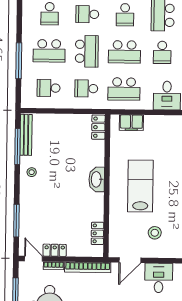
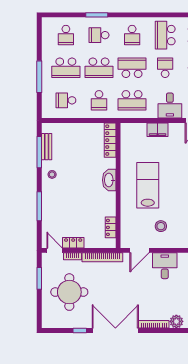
school desk: (87, 51) -> (99, 68), turned 90
school desk: (124, 52) -> (132, 68), turned 180
school desk: (162, 52) -> (165, 68), turned 180
school desk: (86, 88) -> (99, 100), turned -90
filing cabinet: (131, 123) -> (158, 130), moved
locker: (98, 127) -> (110, 140), width x1.53
bench: (26, 135) -> (47, 147), width x0.73
window: (16, 221) -> (39, 206), moved

